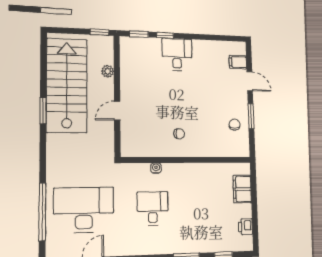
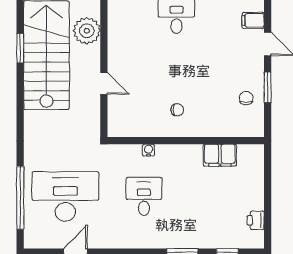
plant: (108, 71) -> (87, 31), width x1.88, depth x1.88
window: (43, 111) -> (20, 48), moved
door: (117, 111) -> (104, 83), swing flipped
filing cabinet: (242, 189) -> (220, 155), moved, turned -90

